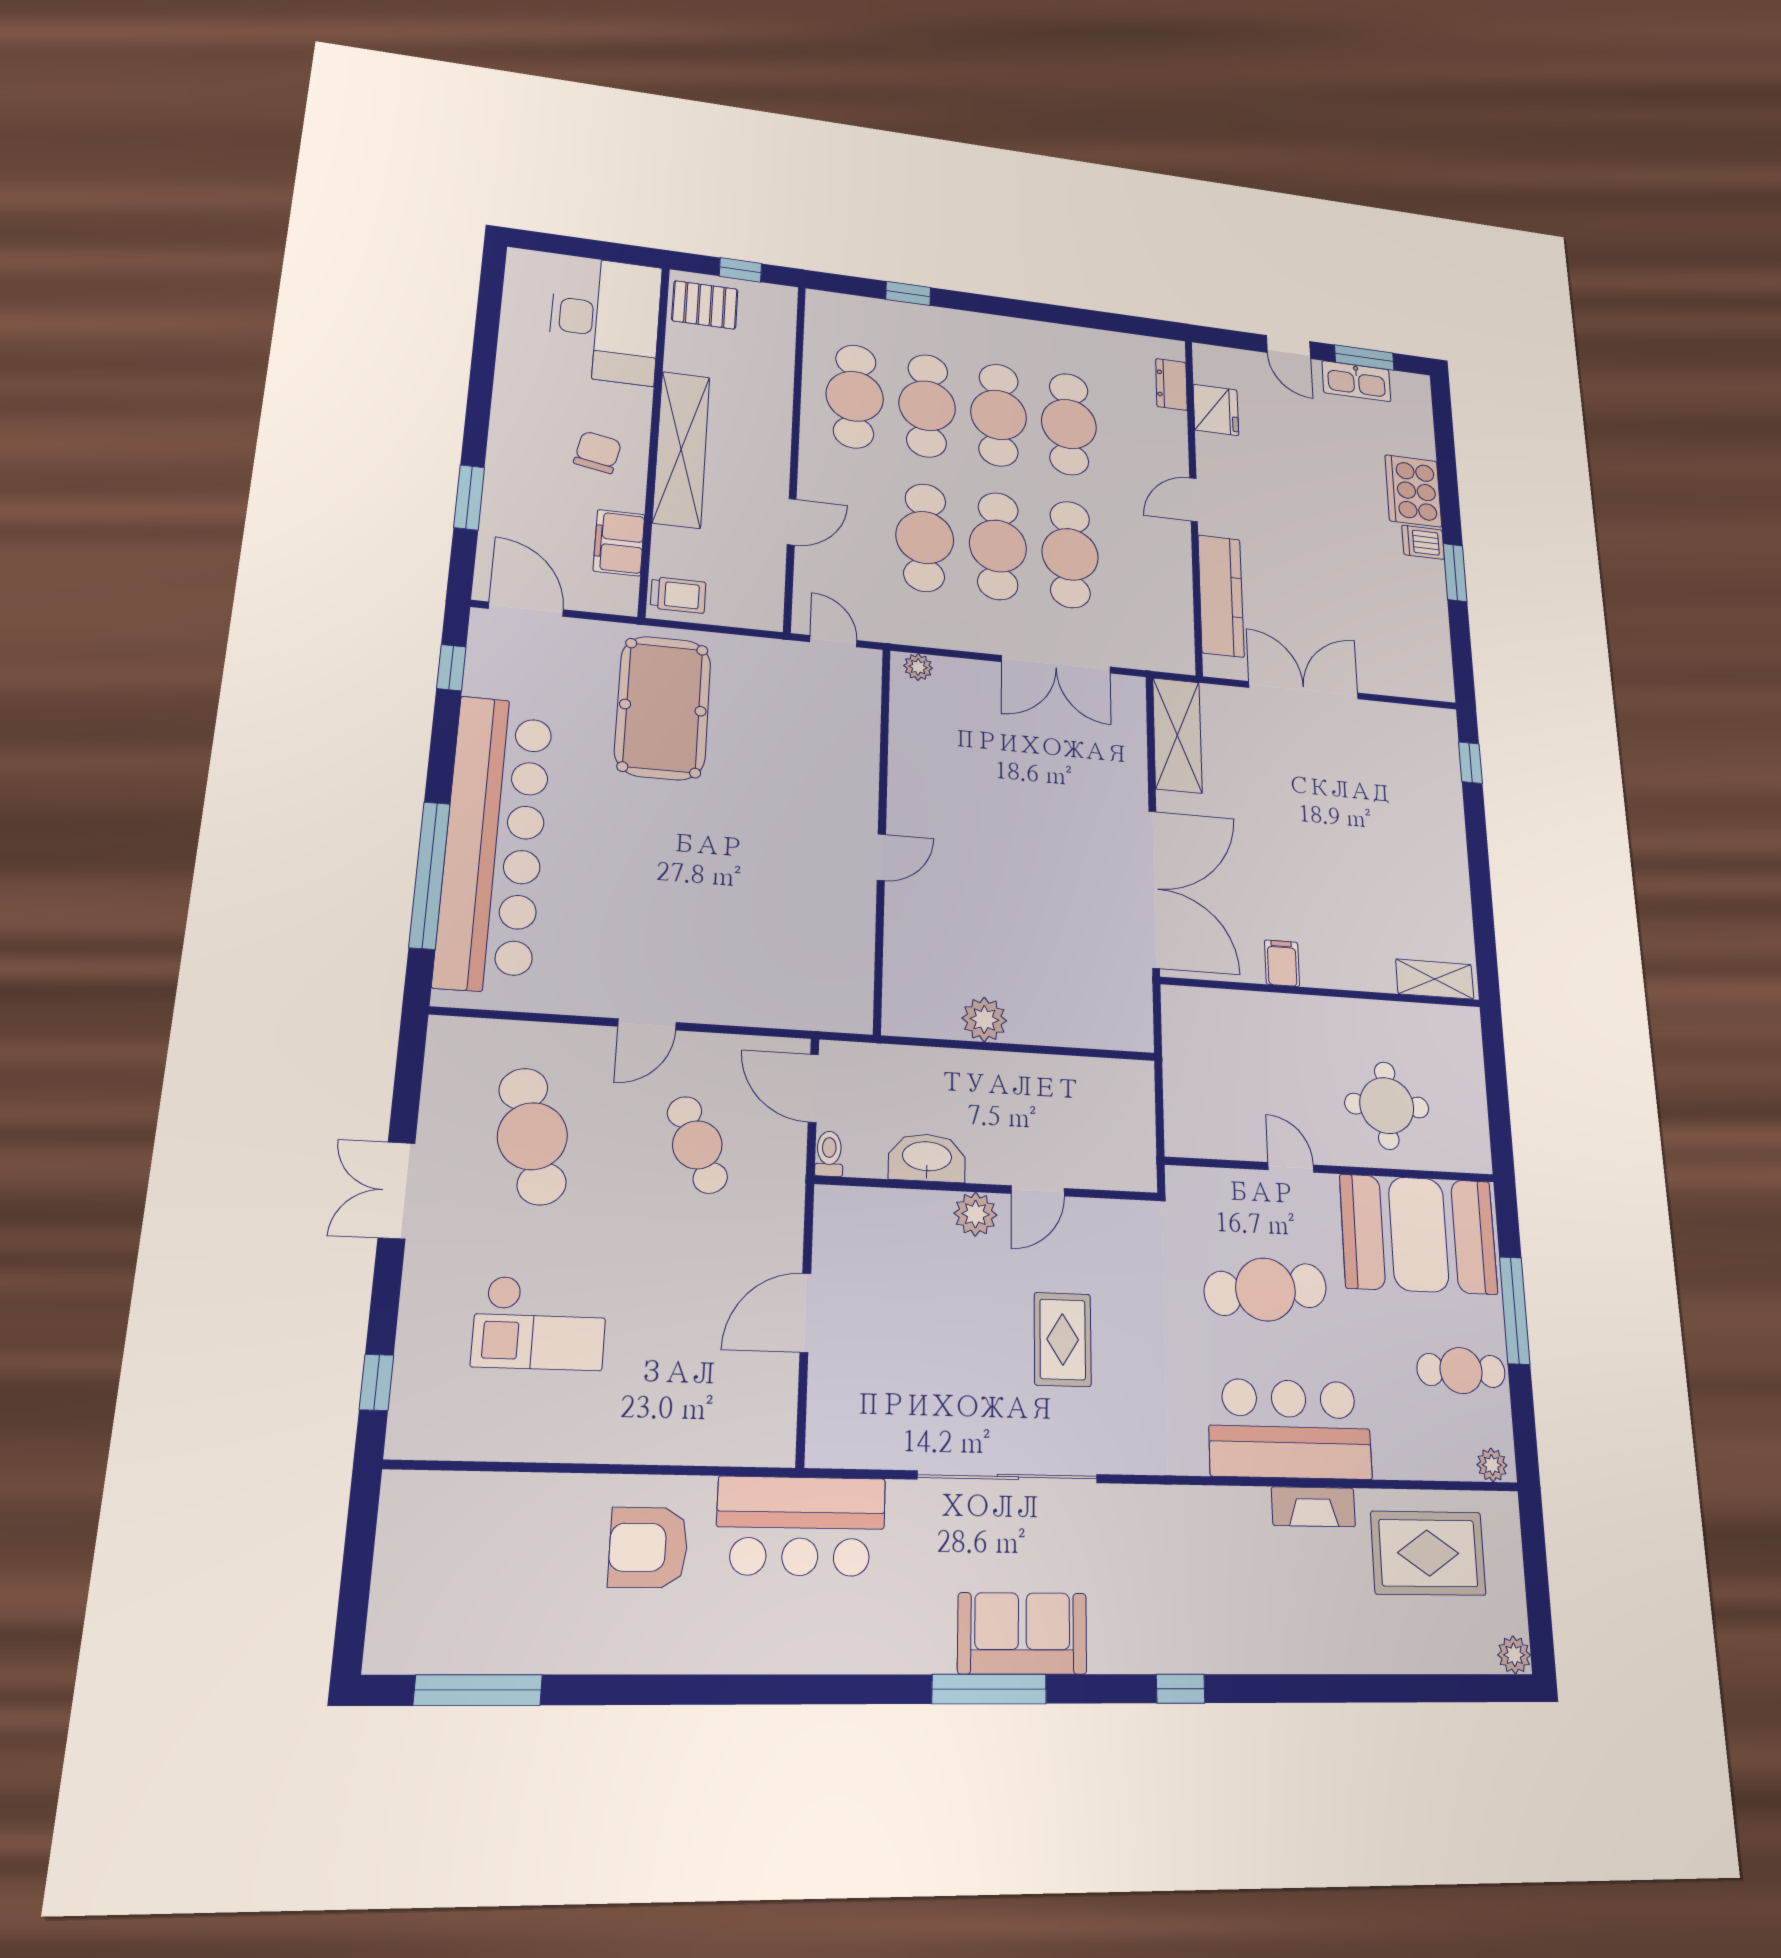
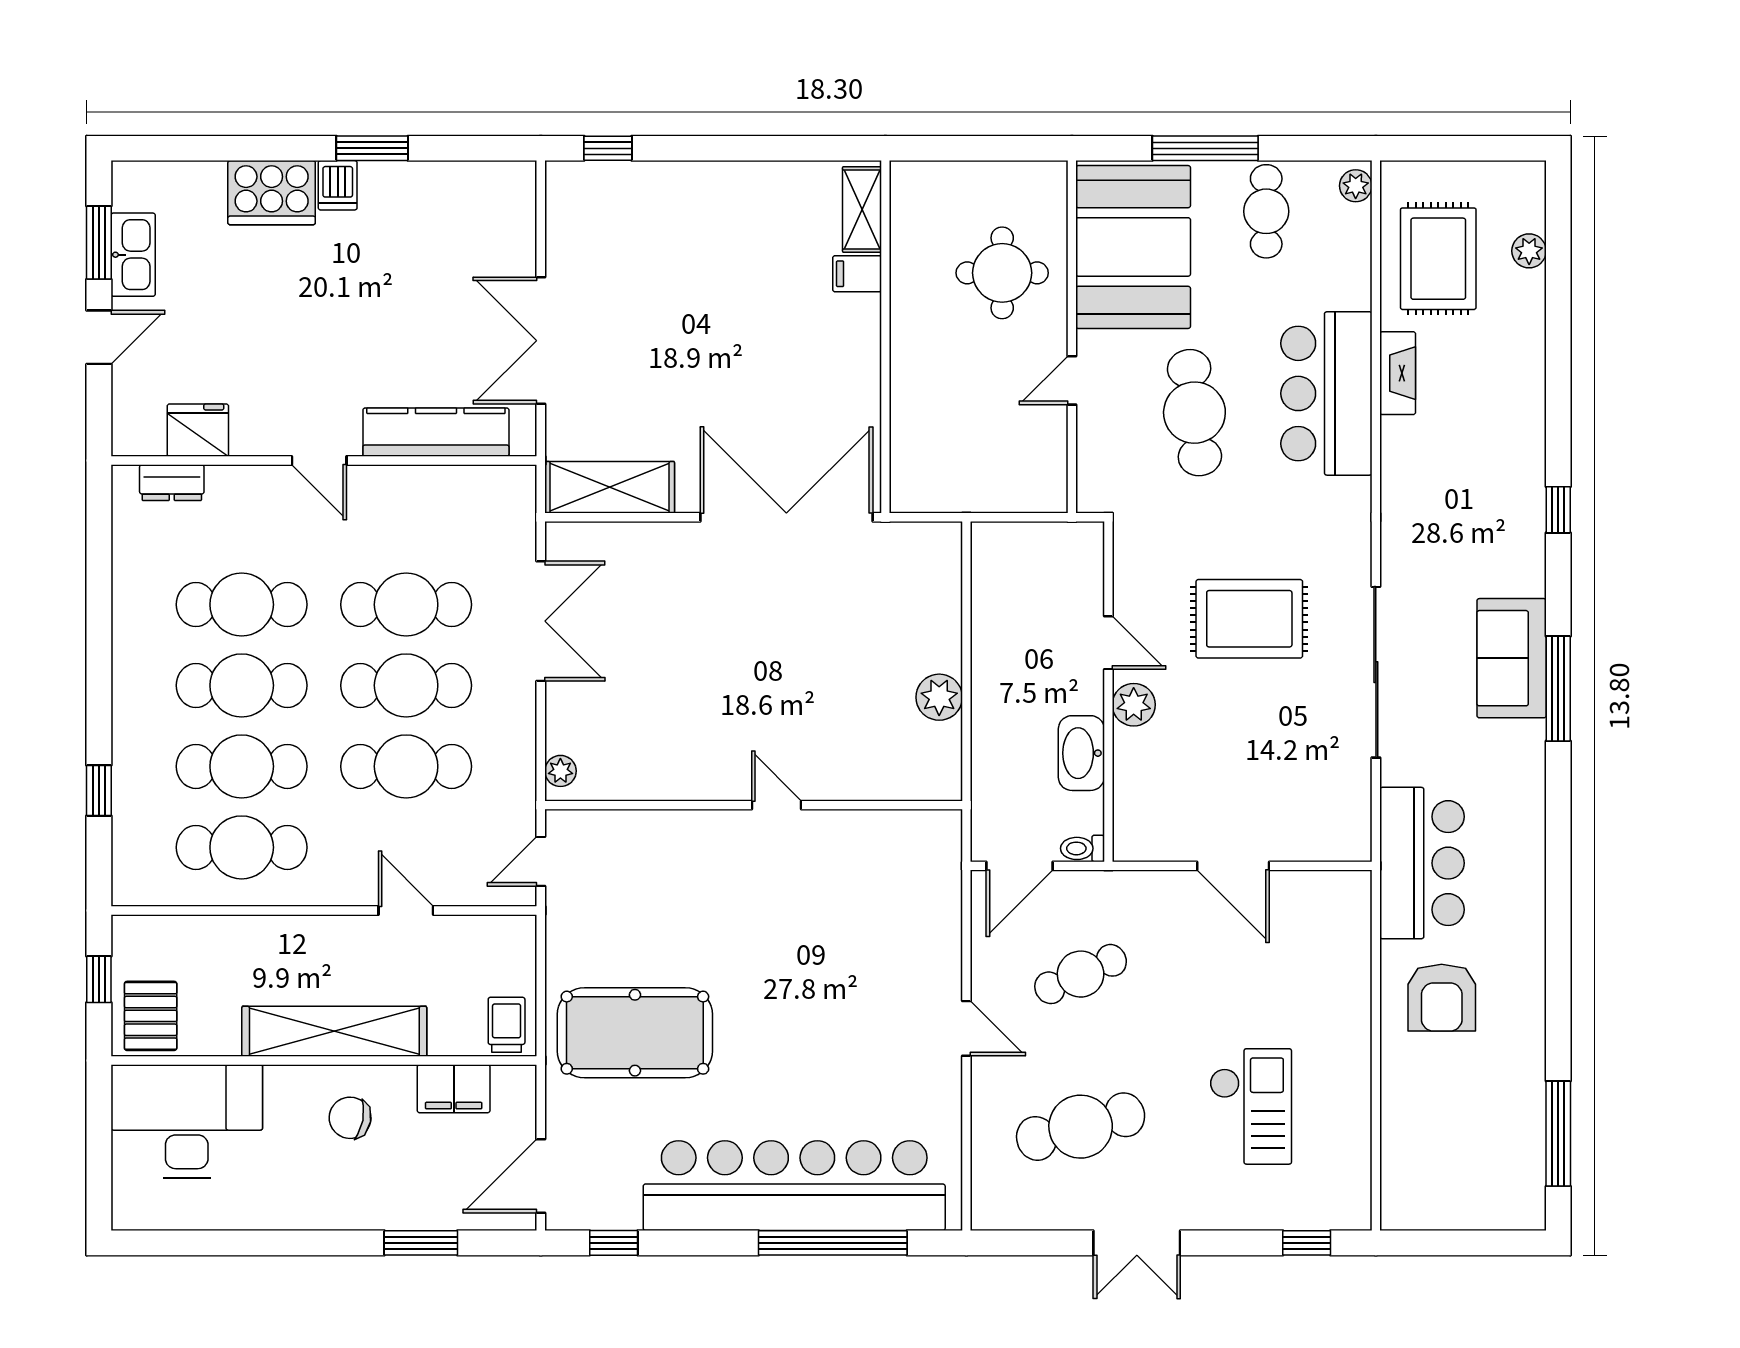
filing cabinet: (1282, 963) -> (857, 274), moved
rug: (1063, 1339) -> (1249, 619), width x1.36, depth x1.43
plant: (1514, 1655) -> (1529, 251), moved

